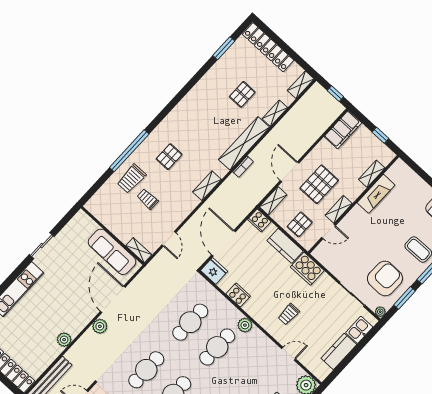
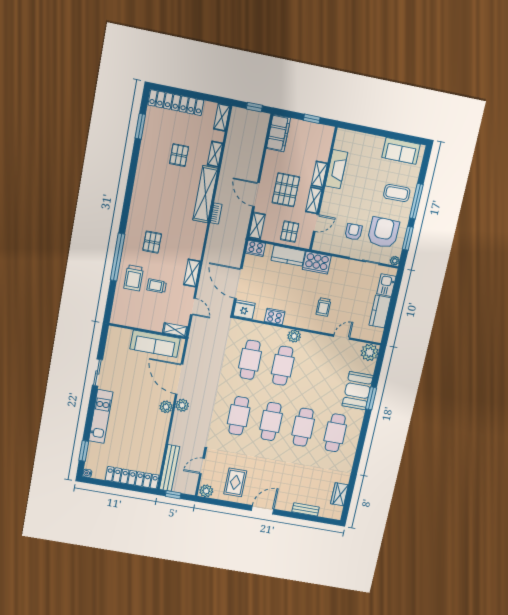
shelving: (372, 174) -> (319, 174), moved
shelving: (207, 186) -> (192, 273), moved
armchair: (358, 261) -> (353, 232), added
plant: (64, 340) -> (166, 407), moved

